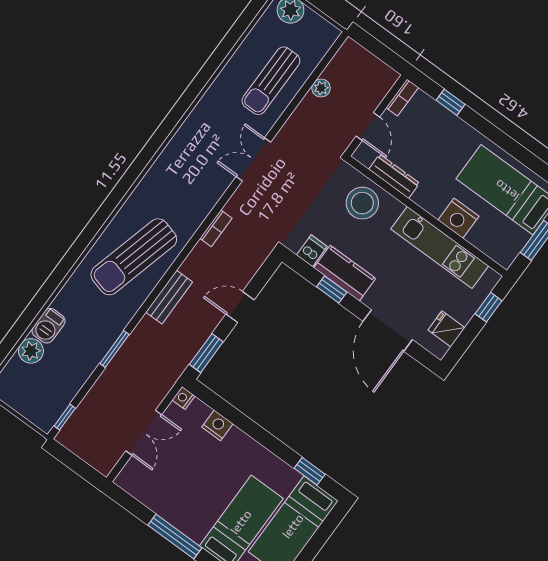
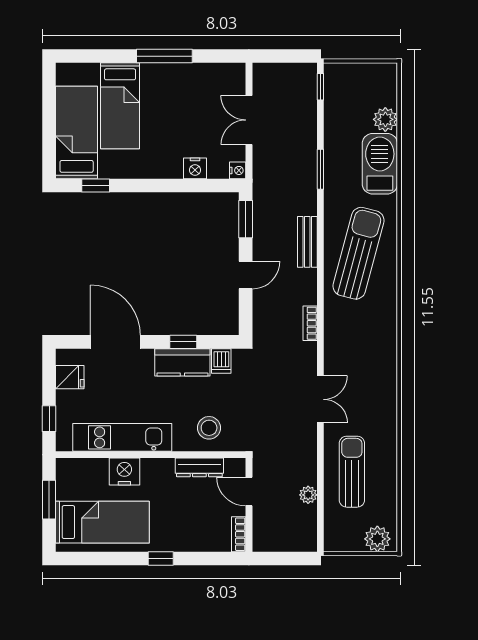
window: (450, 102) -> (161, 558), moved
stool: (362, 203) -> (209, 428), width x0.73, depth x0.73
barbecue: (49, 326) -> (380, 164), width x1.88, depth x1.53

